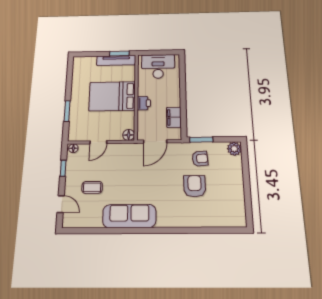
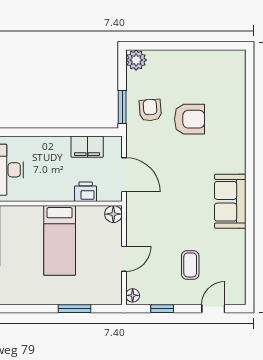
bed: (112, 96) -> (60, 240), width x0.67
printer: (144, 103) -> (86, 192), moved
door: (98, 142) -> (124, 259), hinge flipped
armchair: (195, 186) -> (190, 119), turned 180
sofa: (129, 216) -> (230, 201), width x0.73

